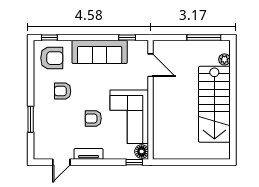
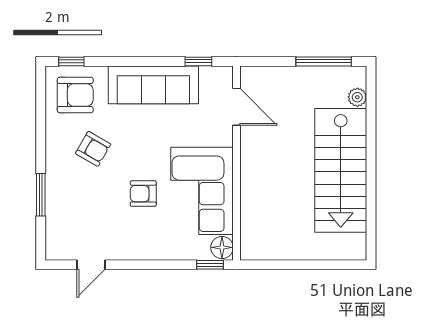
armchair: (63, 91) -> (93, 149), turned -150
tv unit: (89, 154) -> (135, 251), removed

